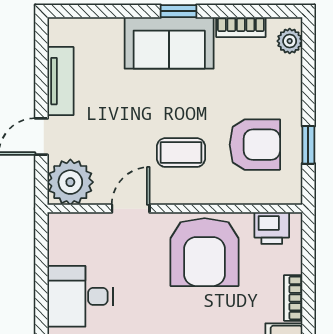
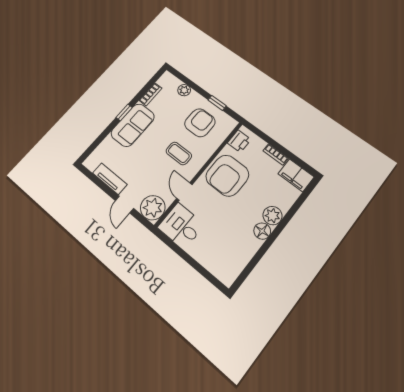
plant: (290, 41) -> (184, 90), moved
coffee table: (181, 153) -> (179, 153), turned 90
armchair: (205, 252) -> (227, 176), turned 90
desk: (80, 296) -> (181, 226), moved, turned 90

